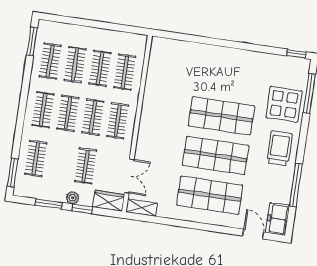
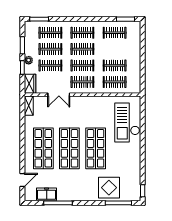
checkout: (189, 62) -> (127, 123), added
clothes rail: (75, 65) -> (50, 49), moved
trolley: (280, 148) -> (80, 189), removed
double door: (129, 176) -> (59, 95), moved
freezer: (278, 219) -> (47, 194), moved

